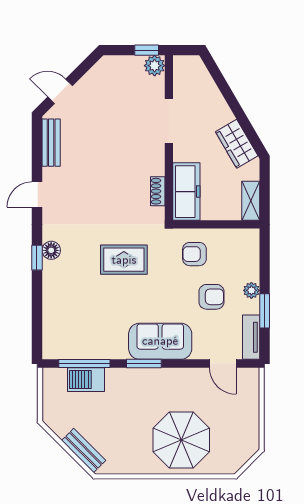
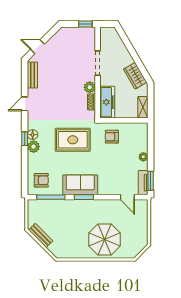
plant: (155, 66) -> (90, 87), moved
rug: (124, 260) -> (73, 140), width x1.36, depth x1.43
plant: (53, 272) -> (34, 147), added
armchair: (211, 297) -> (41, 180), moved
window: (265, 311) -> (151, 181), moved
sofa: (160, 341) -> (80, 185), moved
barbecue: (86, 380) -> (52, 206), removed
bench: (84, 450) -> (41, 235), moved

